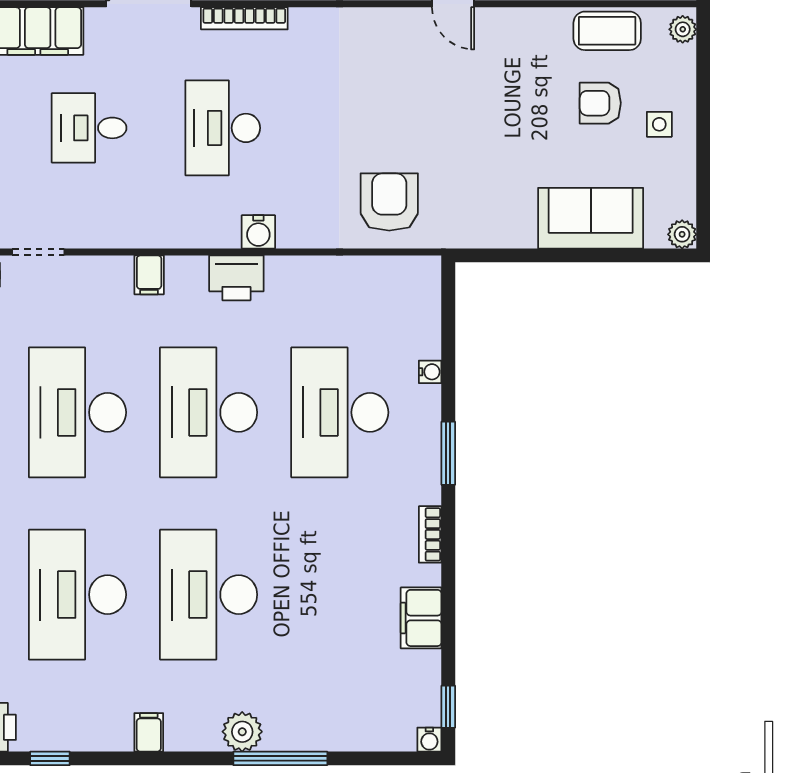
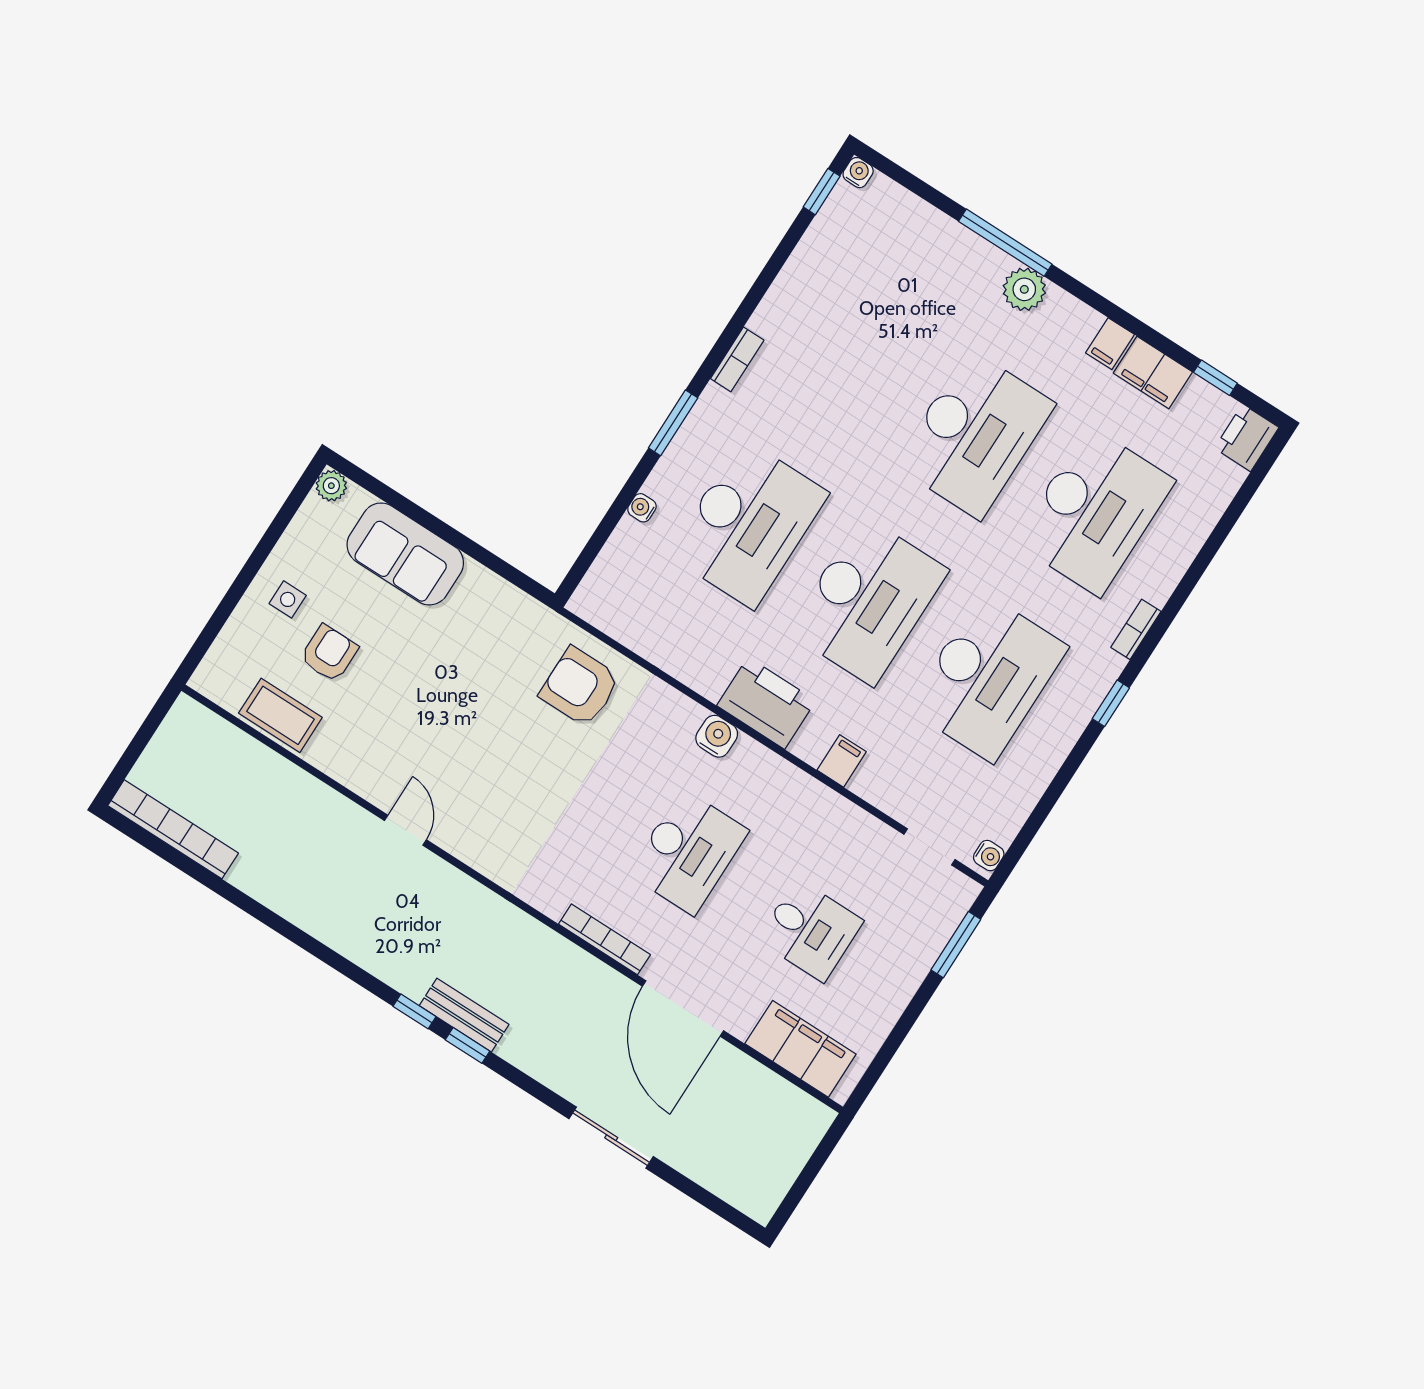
plant: (683, 29) -> (211, 672), removed
armchair: (600, 103) -> (329, 653), turned -90
armchair: (389, 202) -> (580, 687), turned 90
printer: (236, 278) -> (766, 703), width x1.37, depth x1.19
filing cabinet: (421, 618) -> (1153, 373), moved, turned 90

